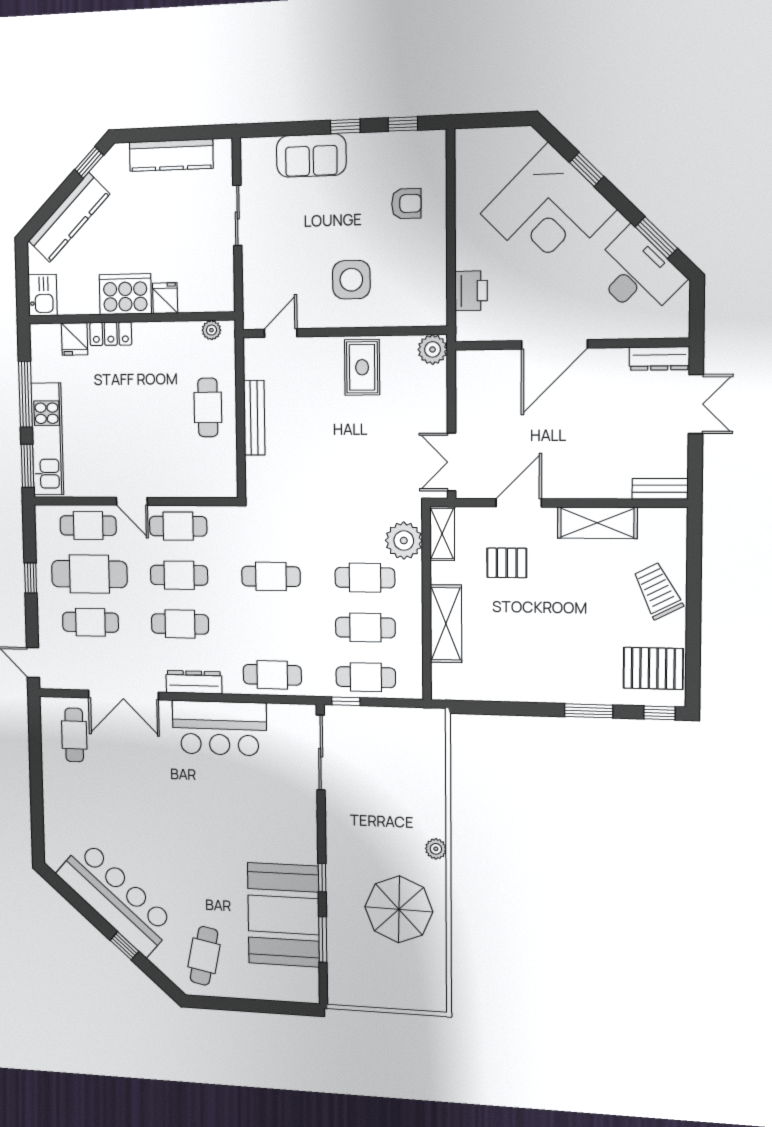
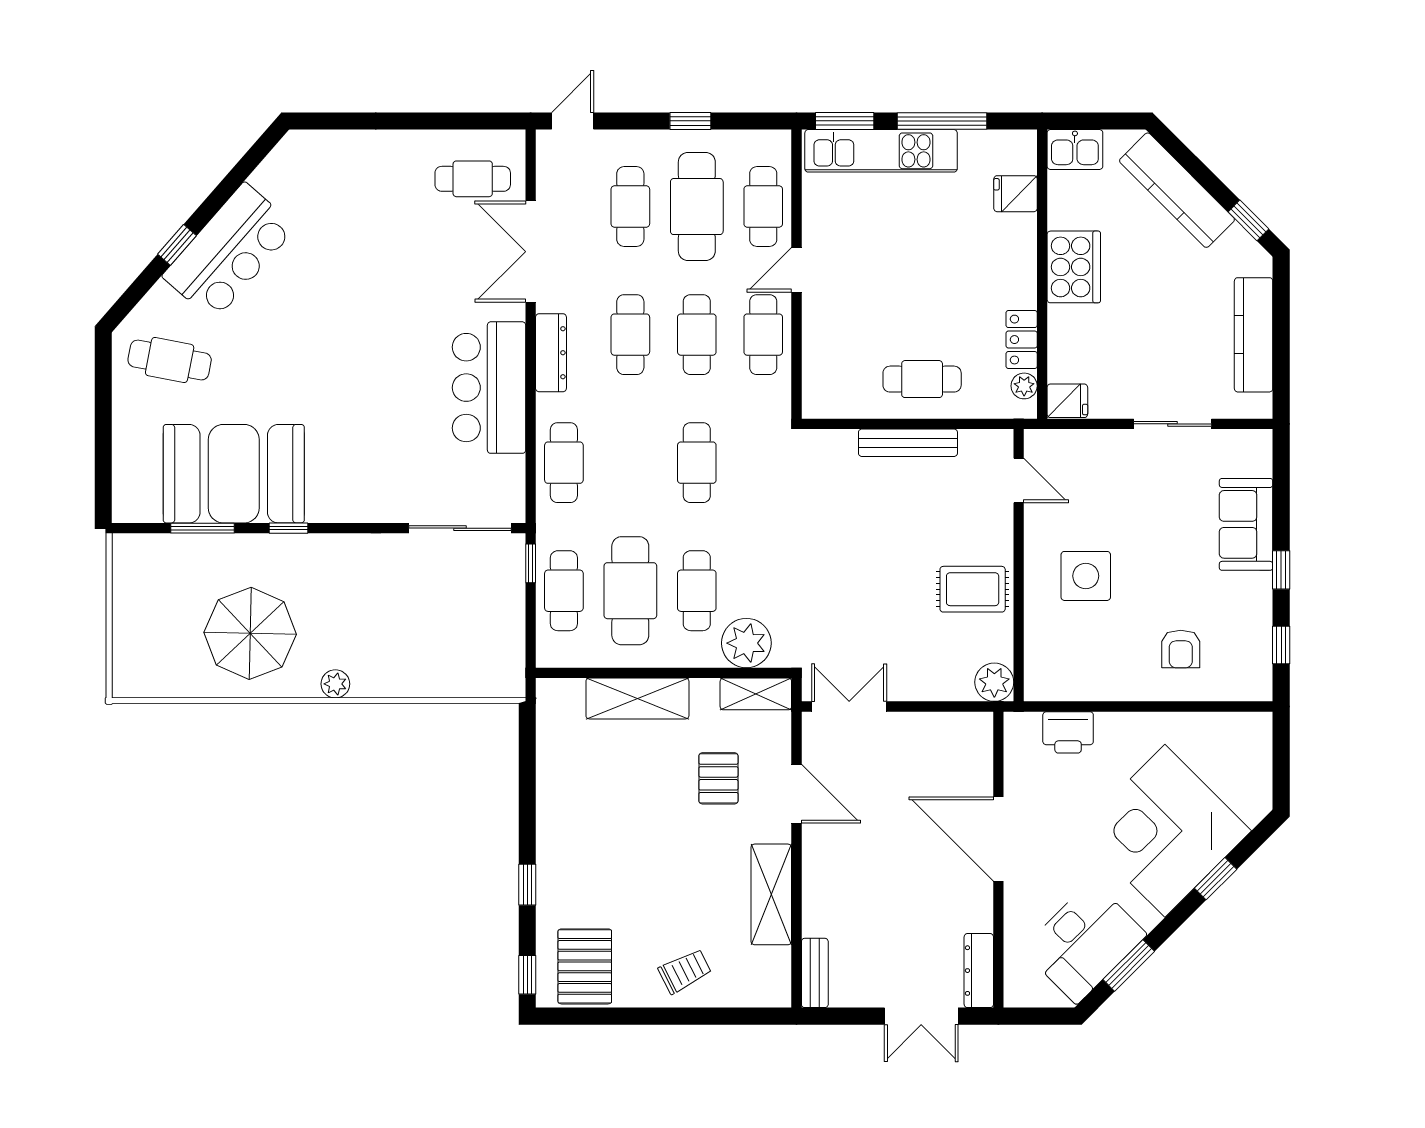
fridge: (165, 298) -> (1067, 401), moved
locker: (111, 334) -> (1022, 340), moved
trolley: (658, 591) -> (685, 971), width x0.73, depth x0.72
cafe table: (365, 628) -> (630, 591), width x1.37, depth x1.35
window: (589, 711) -> (527, 885), width x0.67
bar counter: (116, 898) -> (229, 252), width x0.73

